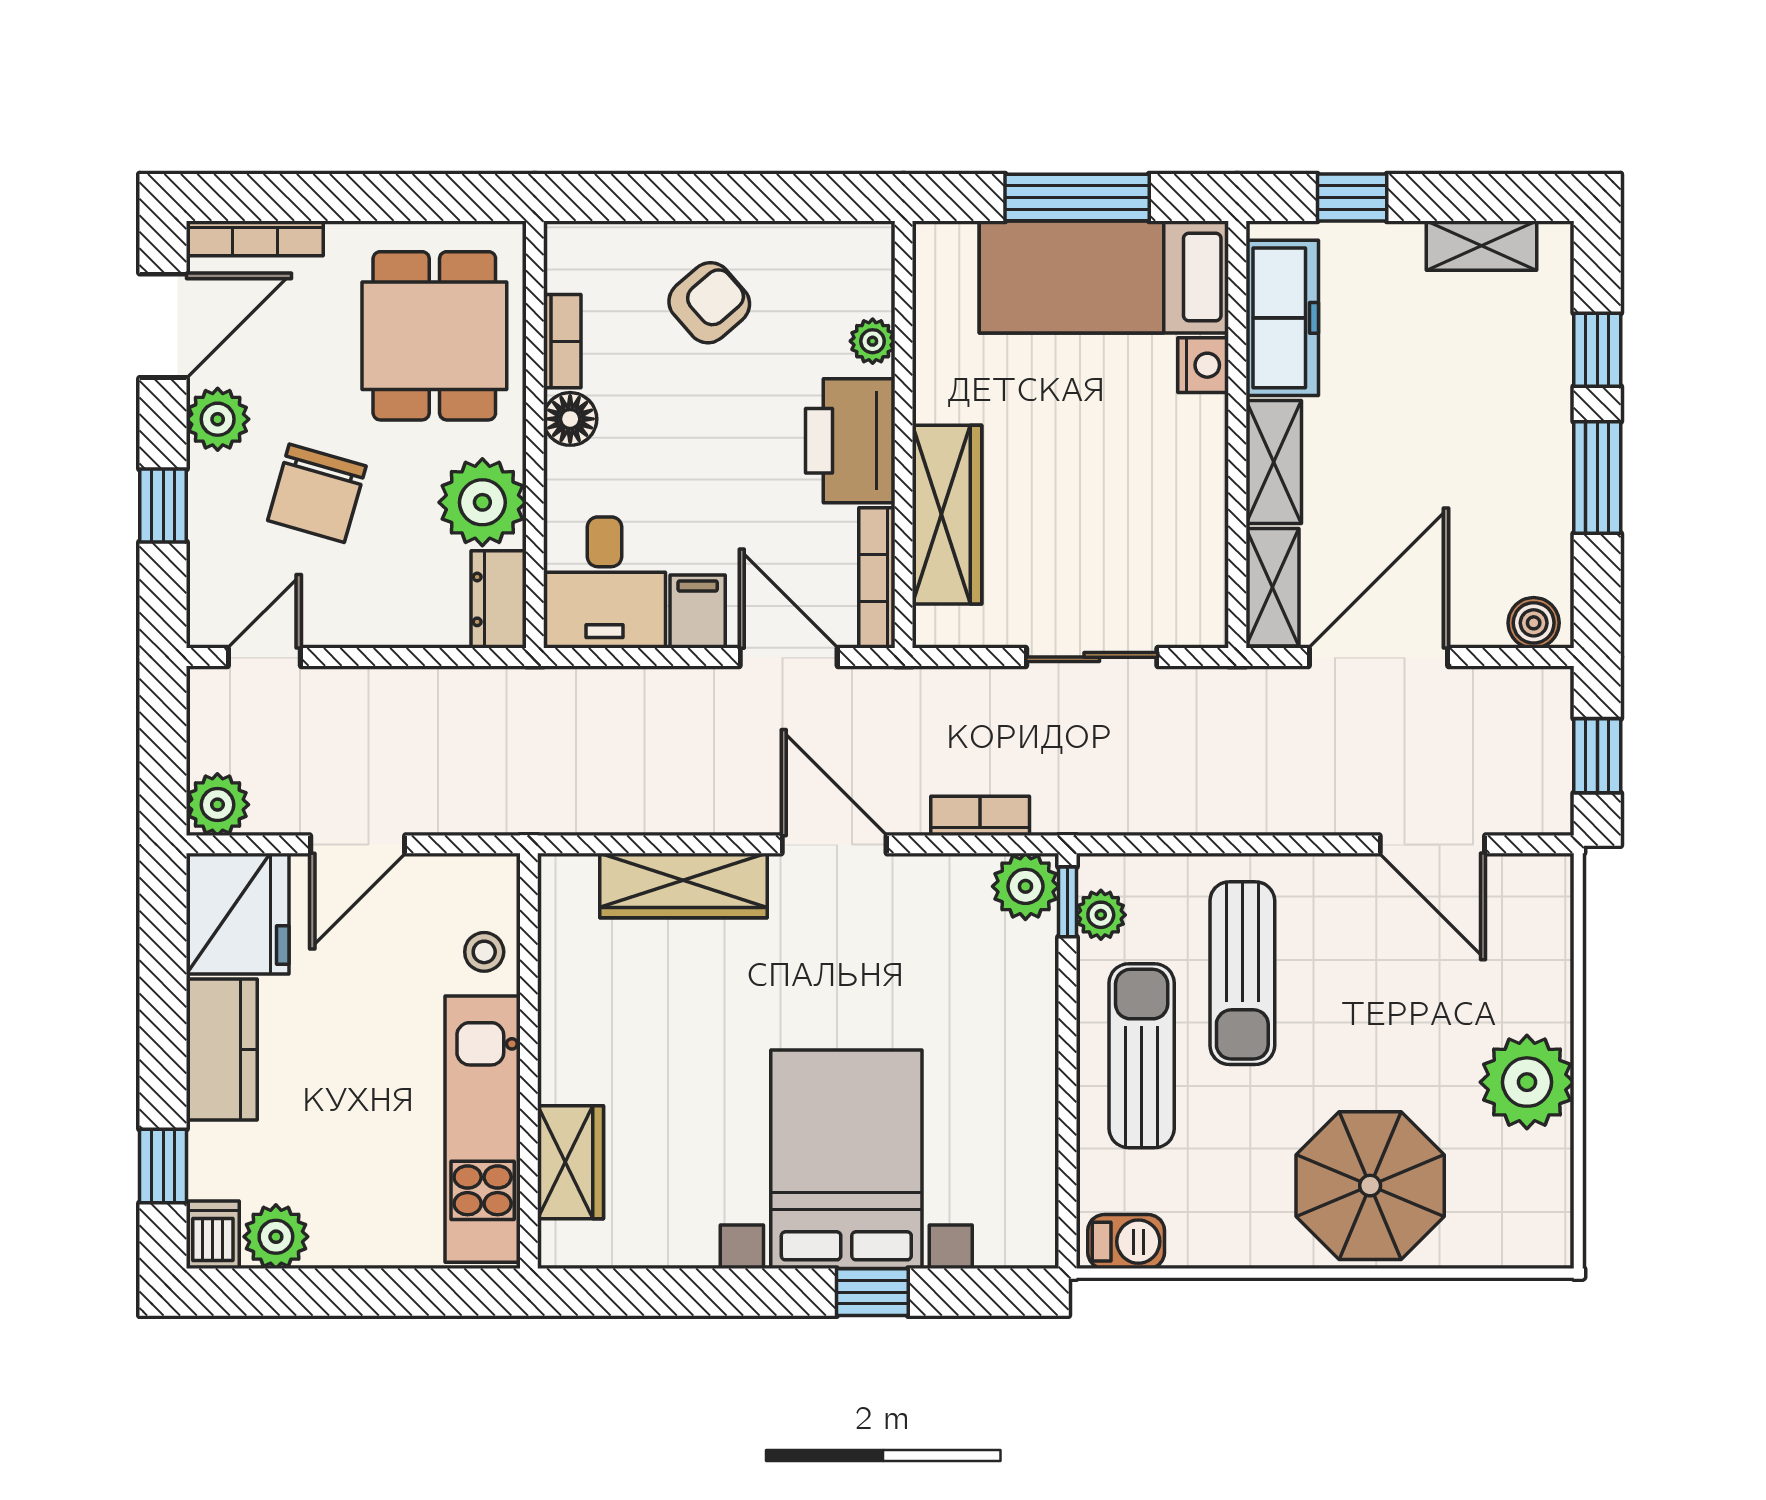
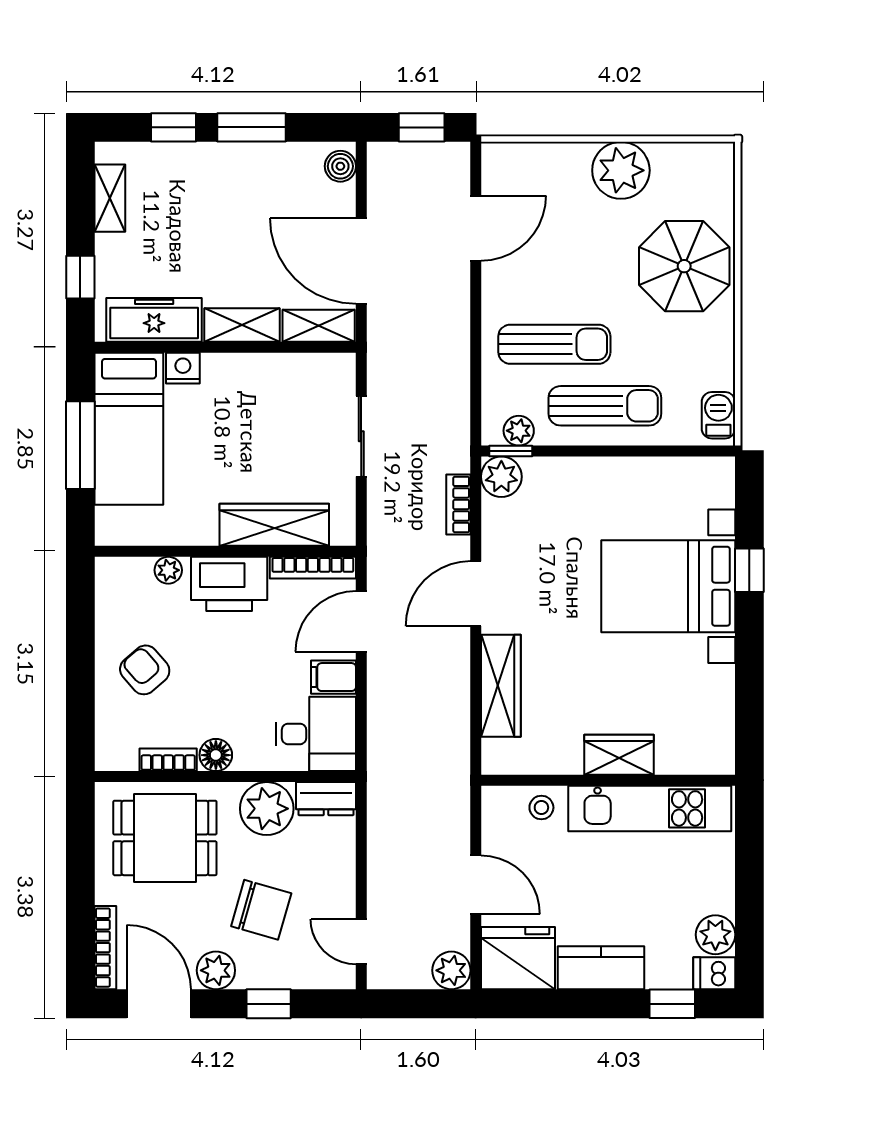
sun lounger: (1142, 1056) -> (605, 406), turned 180
wardrobe: (571, 1162) -> (619, 755), moved

